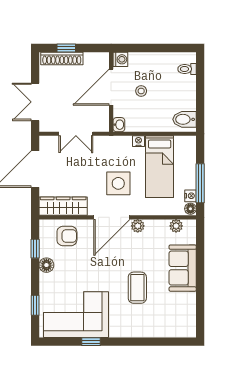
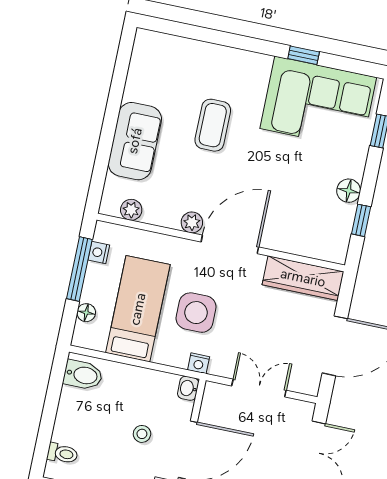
nightstand: (139, 141) -> (199, 363), moved
side table: (118, 183) -> (196, 313), moved
floor lamp: (190, 209) -> (86, 313), moved
armchair: (67, 236) -> (307, 230), removed

